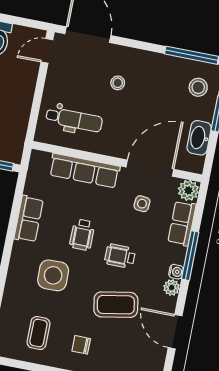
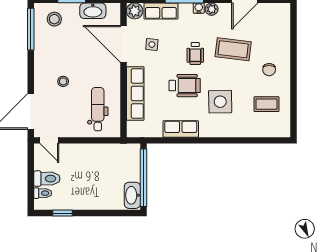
wheelchair: (82, 235) -> (185, 86), width x1.36, depth x1.37
coffee table: (116, 305) -> (233, 49), turned -73

